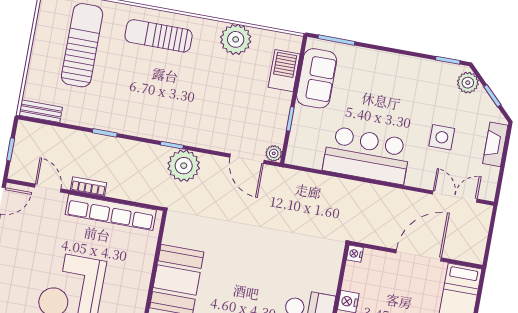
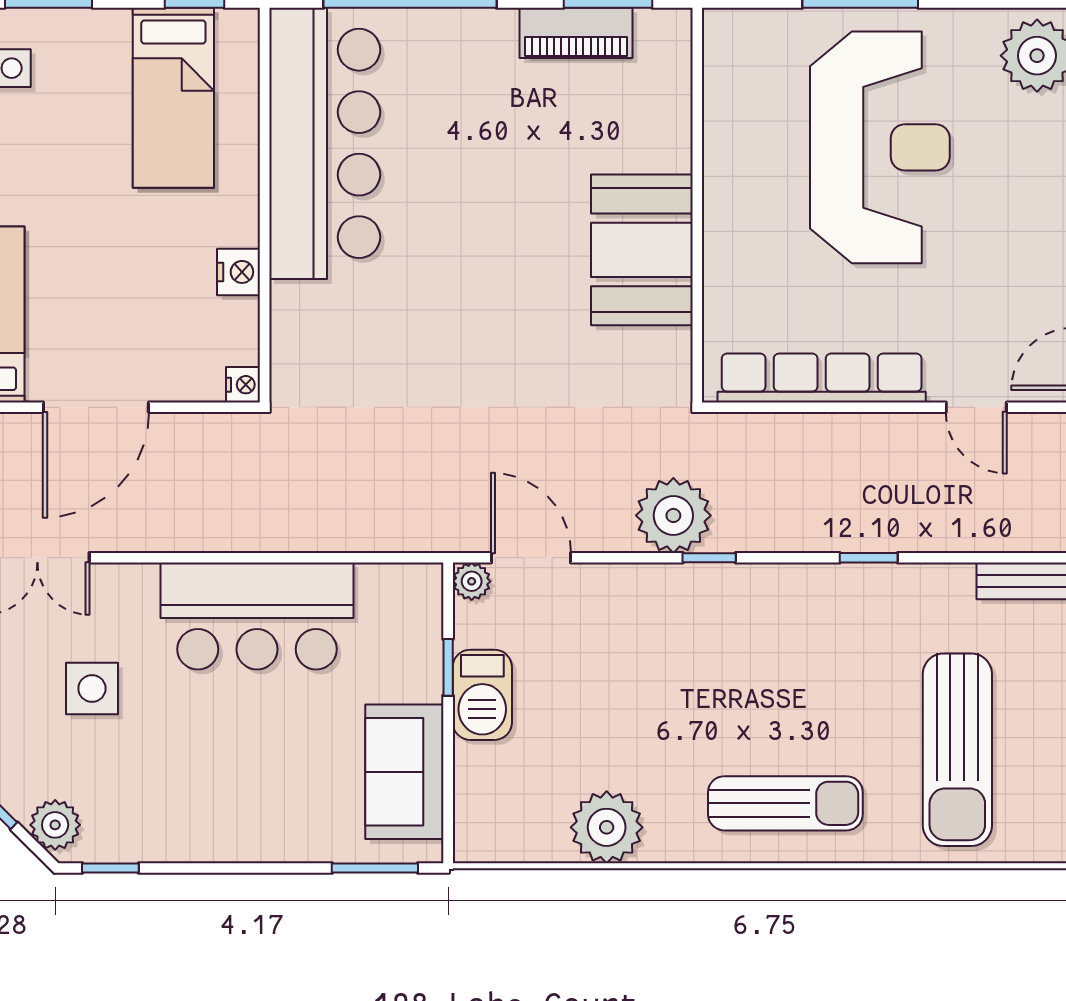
barbecue: (284, 71) -> (482, 695), moved
bookcase: (89, 186) -> (883, 428), removed

